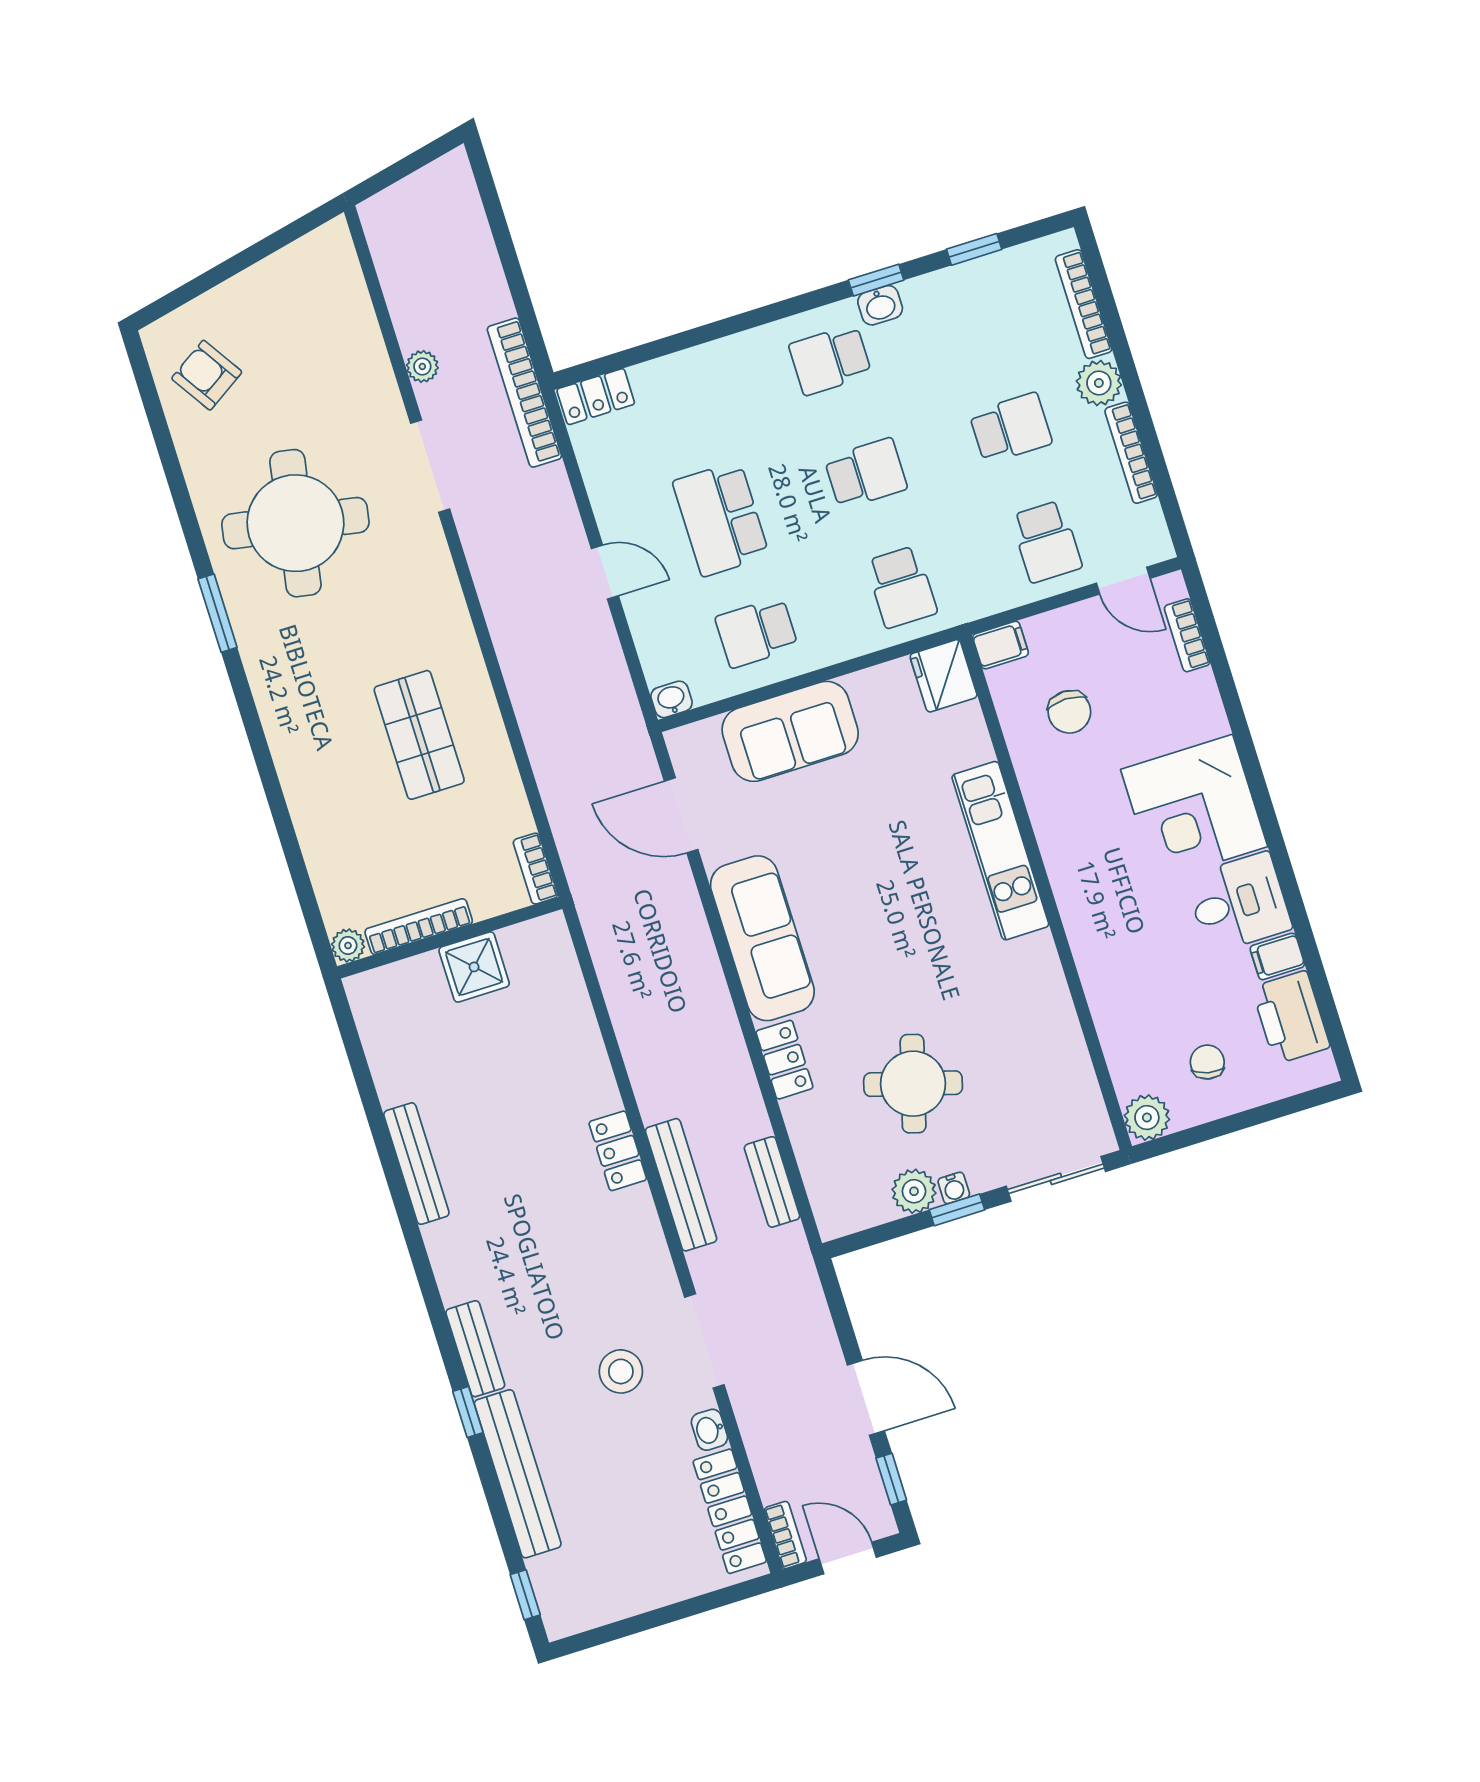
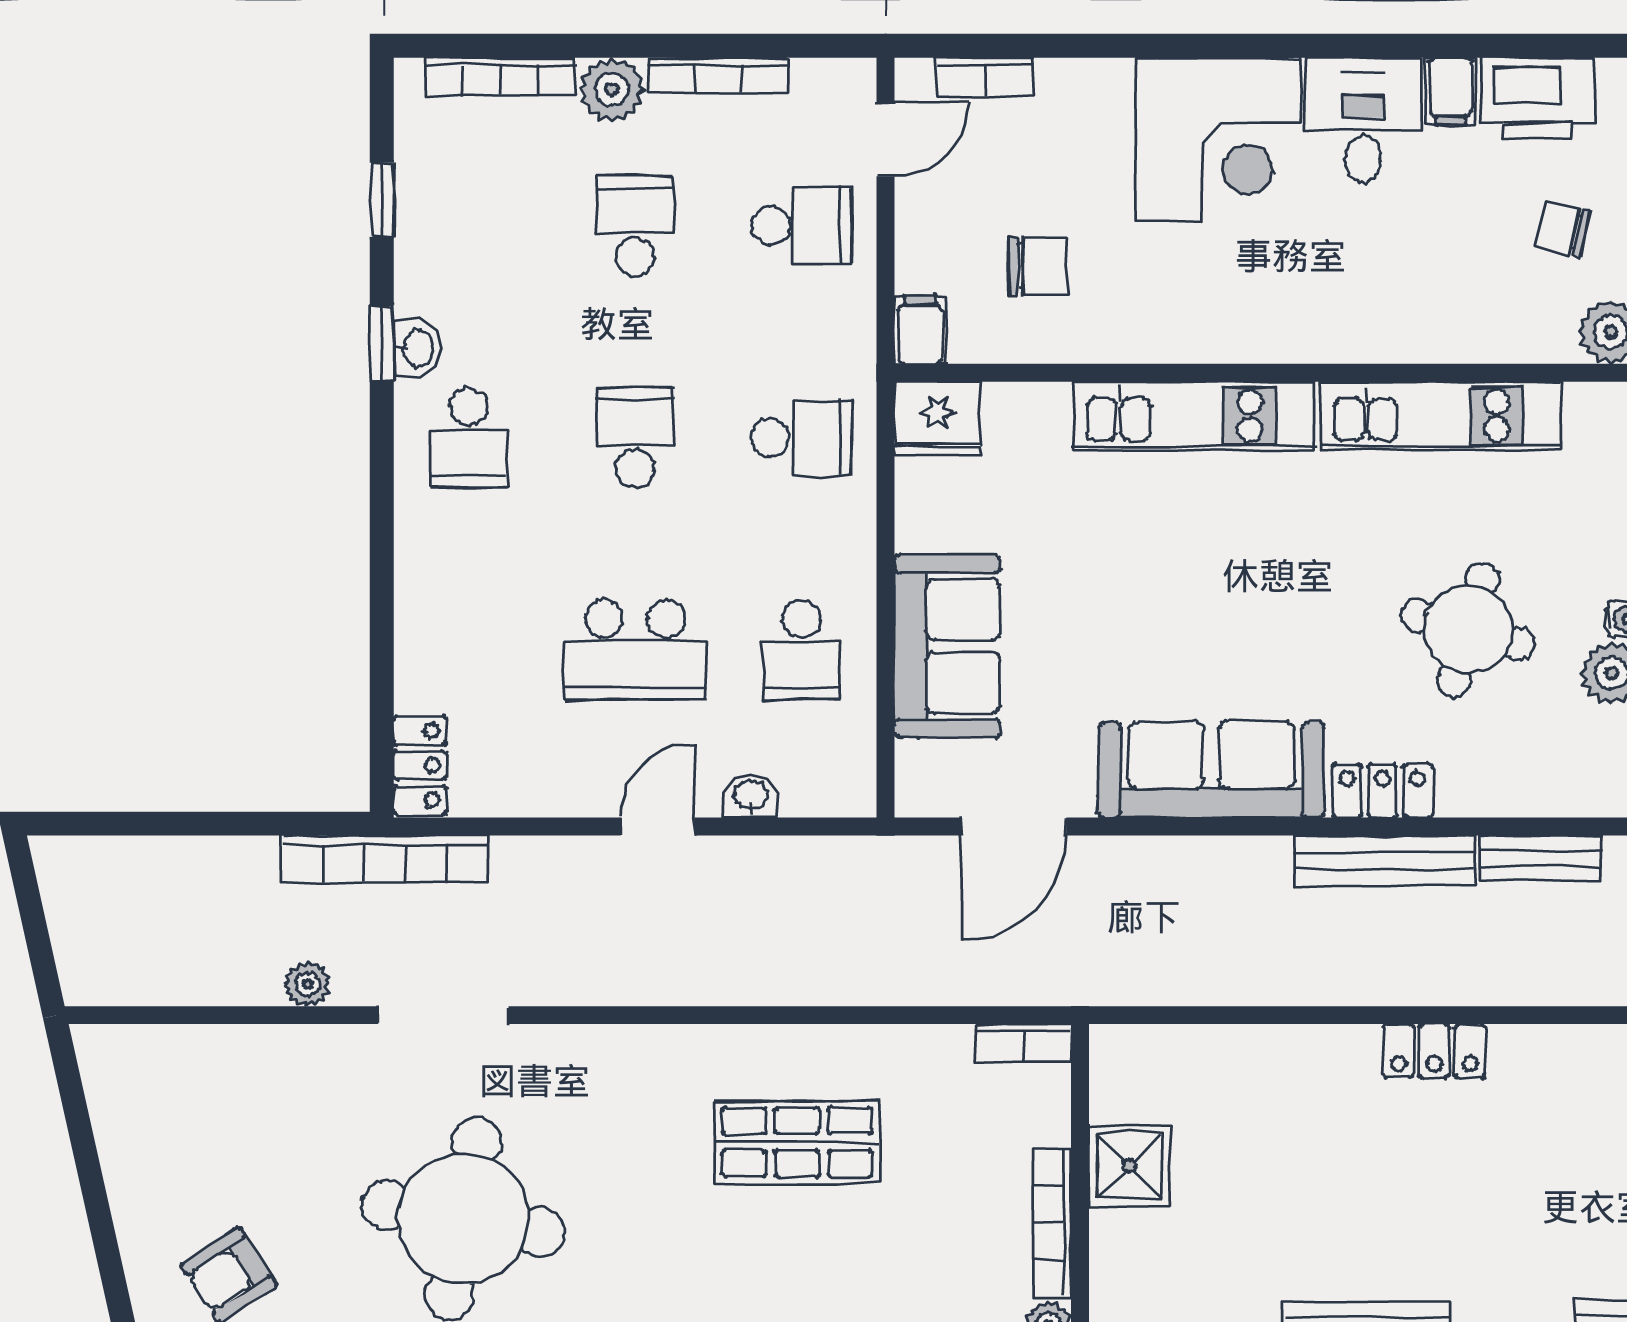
washbasin: (672, 699) -> (751, 796), moved, turned 90
kitchen unit: (1053, 1019) -> (1441, 416), added
bench: (681, 1185) -> (1385, 861), moved

